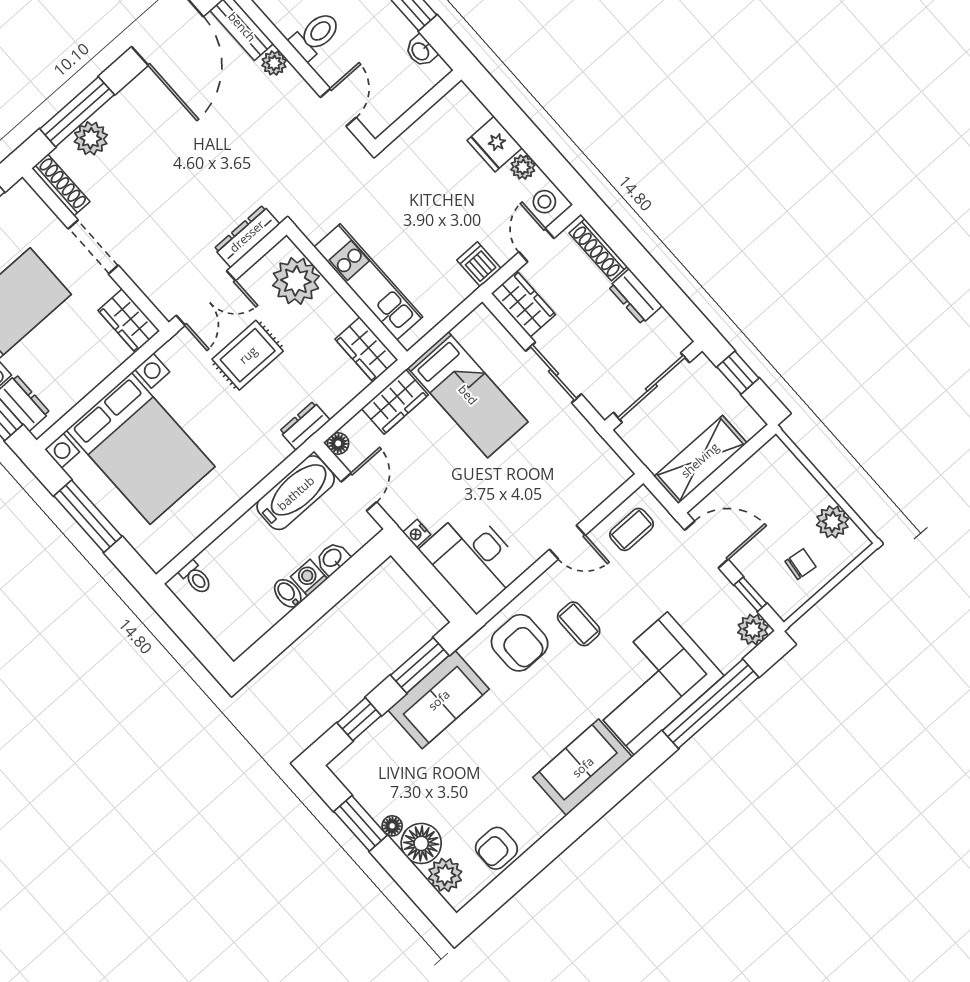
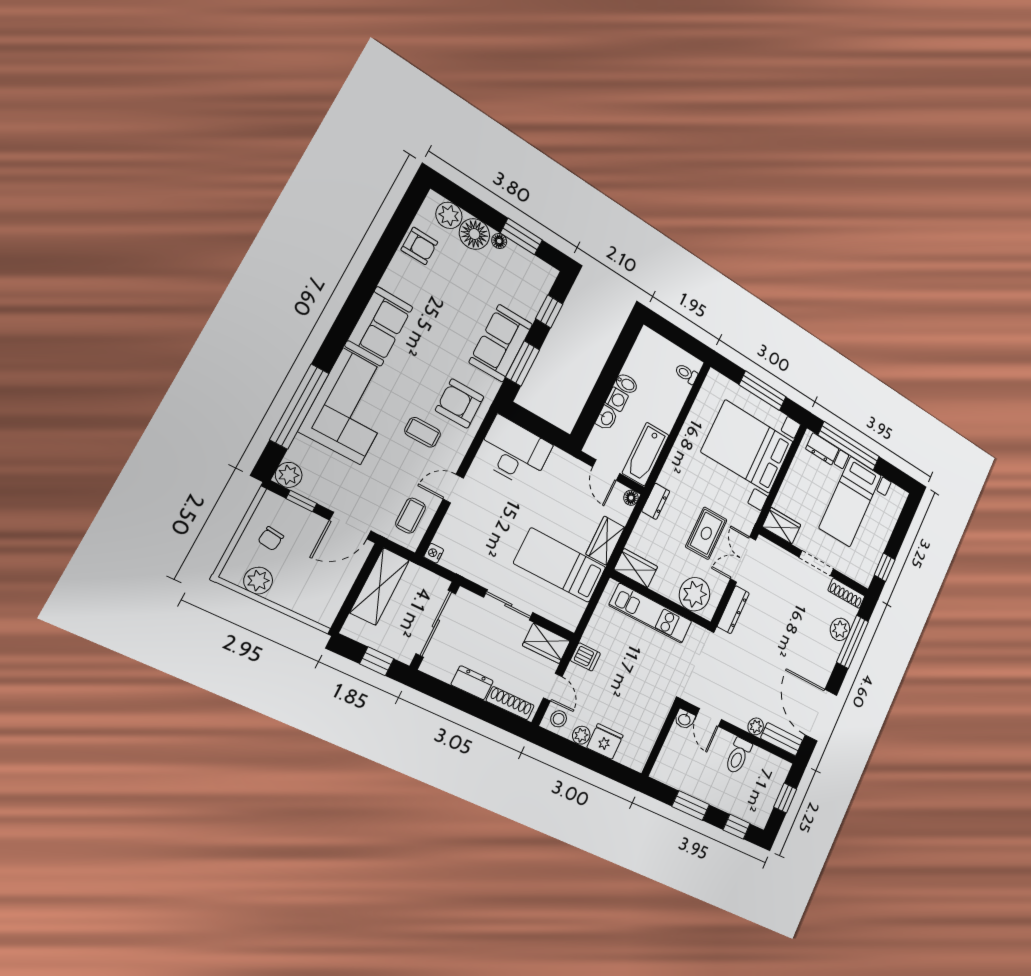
washbasin: (421, 51) -> (684, 719), moved, turned 180
nightstand: (417, 533) -> (434, 553), moved, turned -90
armchair: (496, 848) -> (419, 246), turned 90

